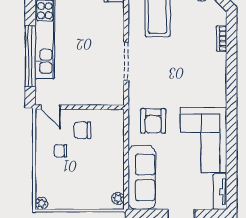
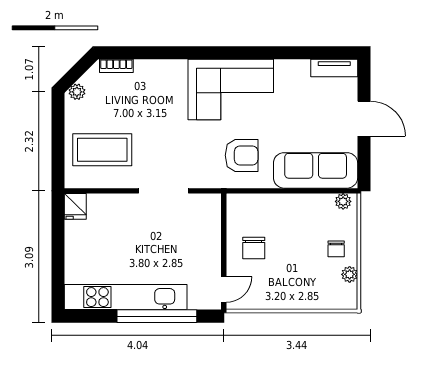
bookcase: (222, 39) -> (116, 66), moved
corner sofa: (203, 140) -> (231, 90), moved
chair: (60, 151) -> (336, 249), moved
plant: (41, 203) -> (350, 274), moved

